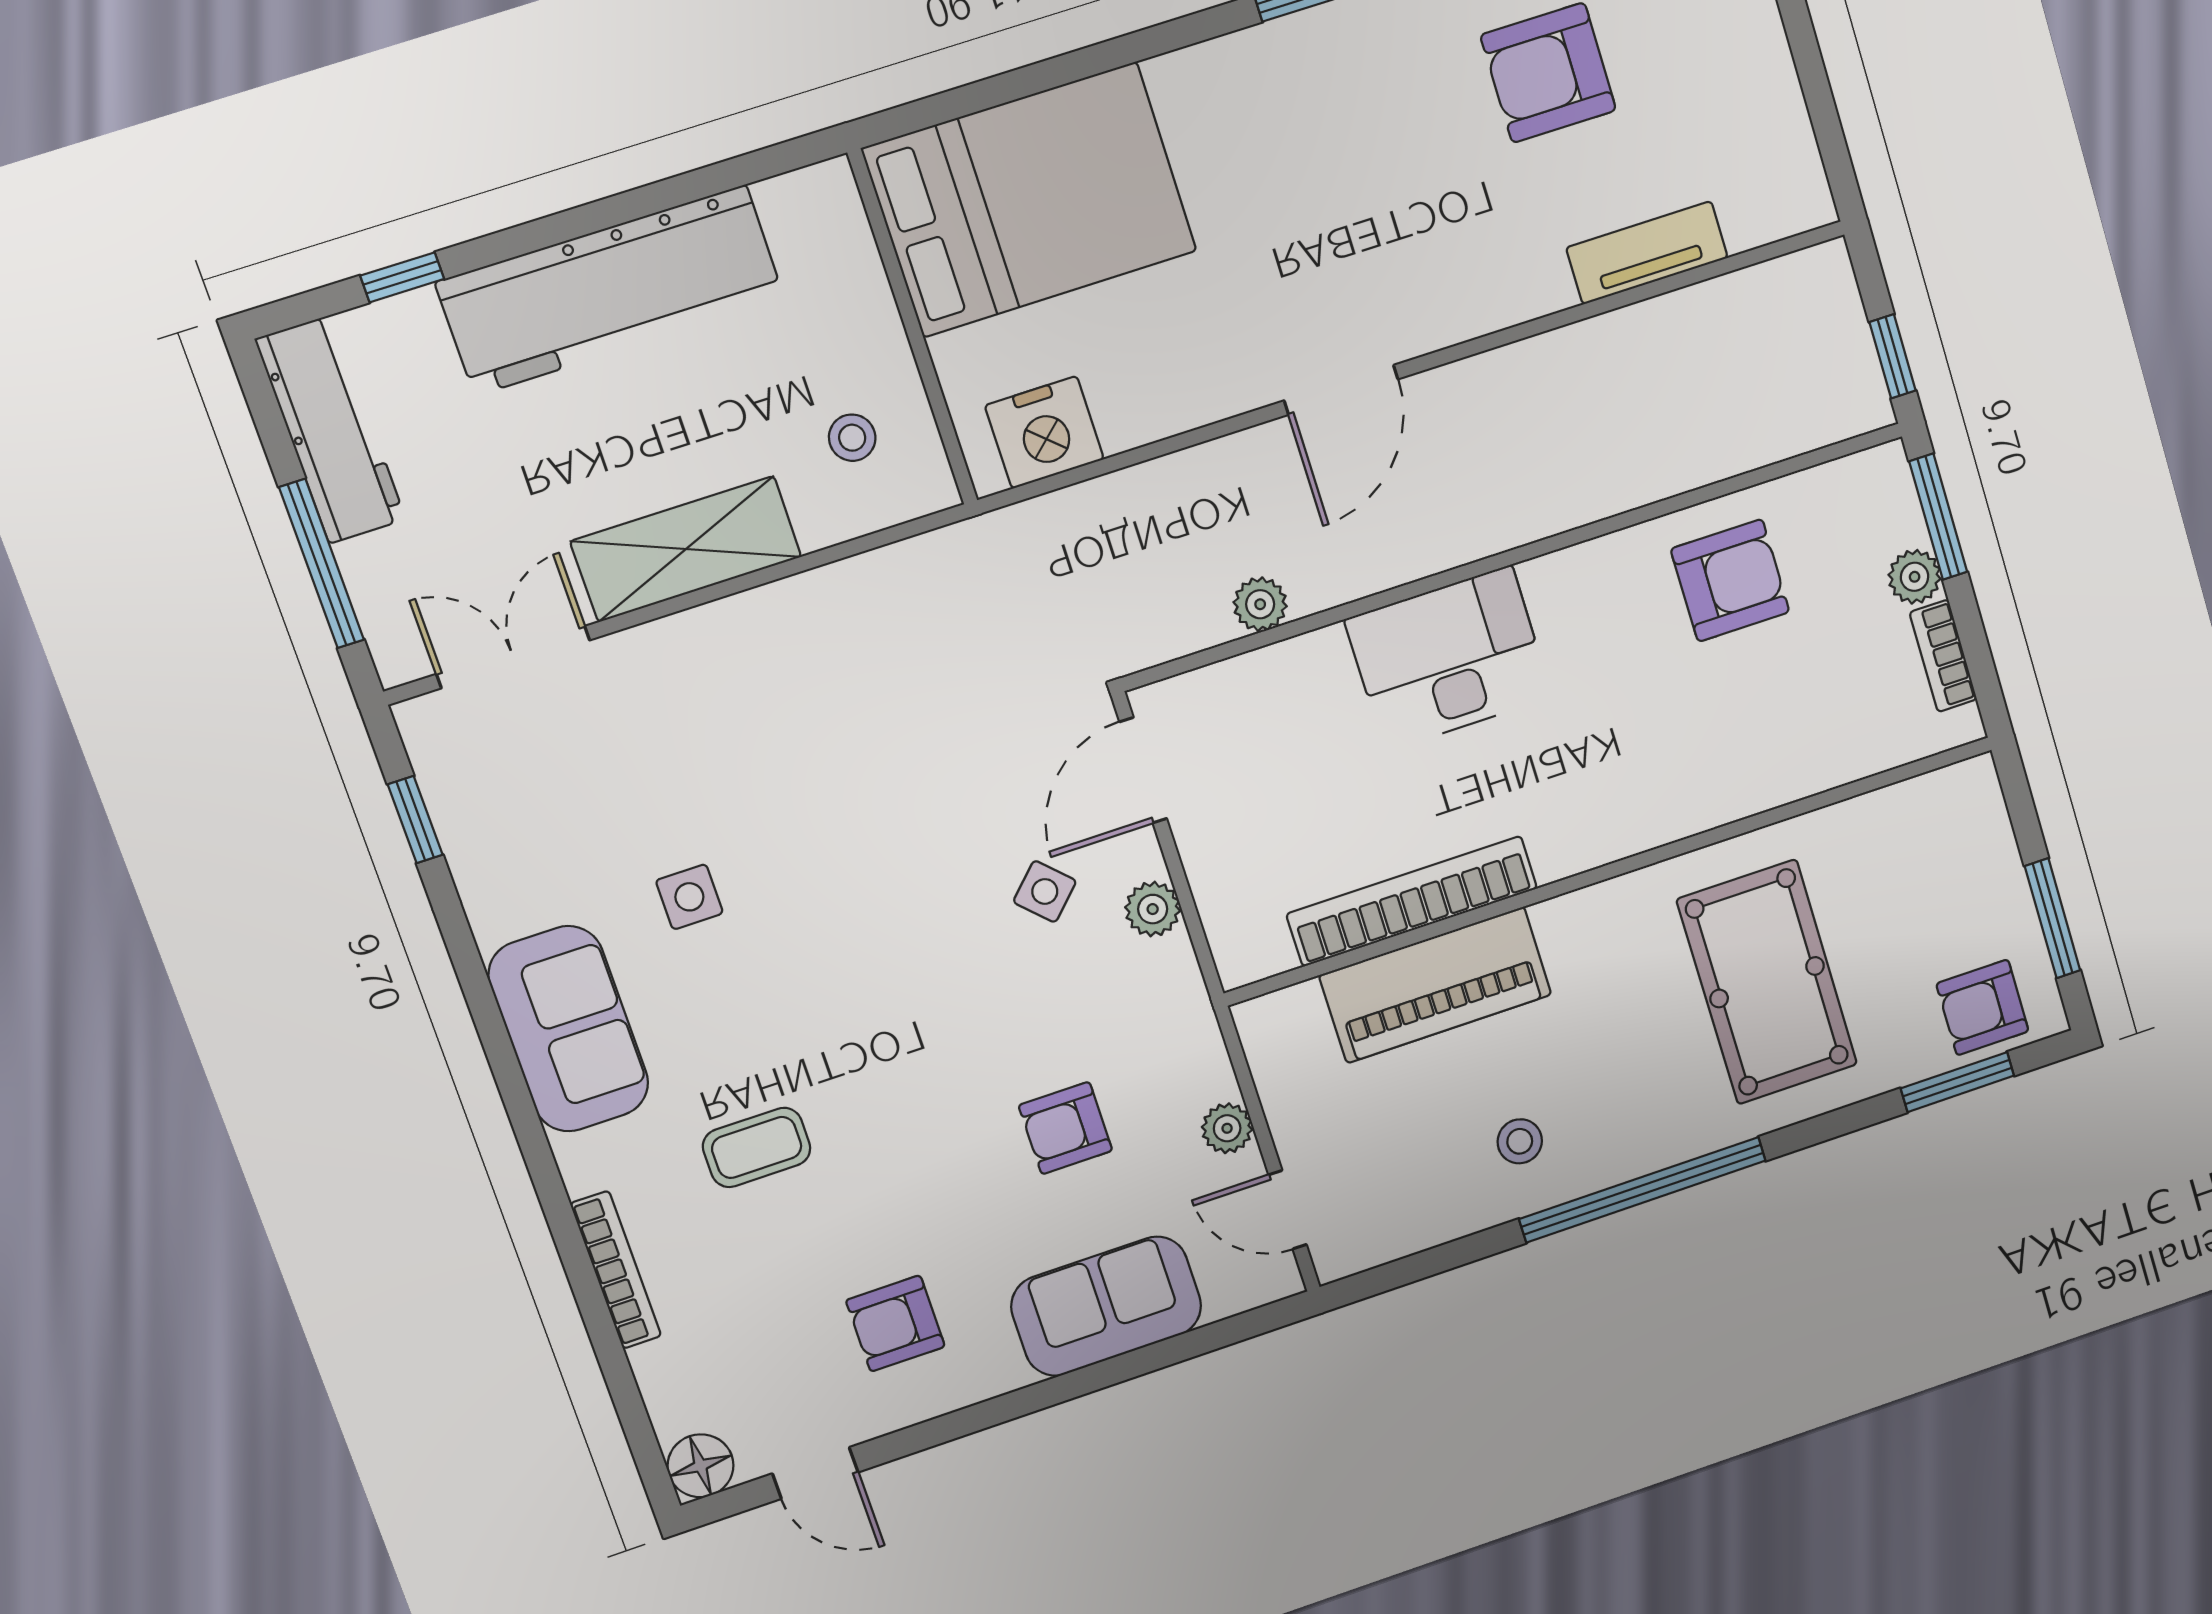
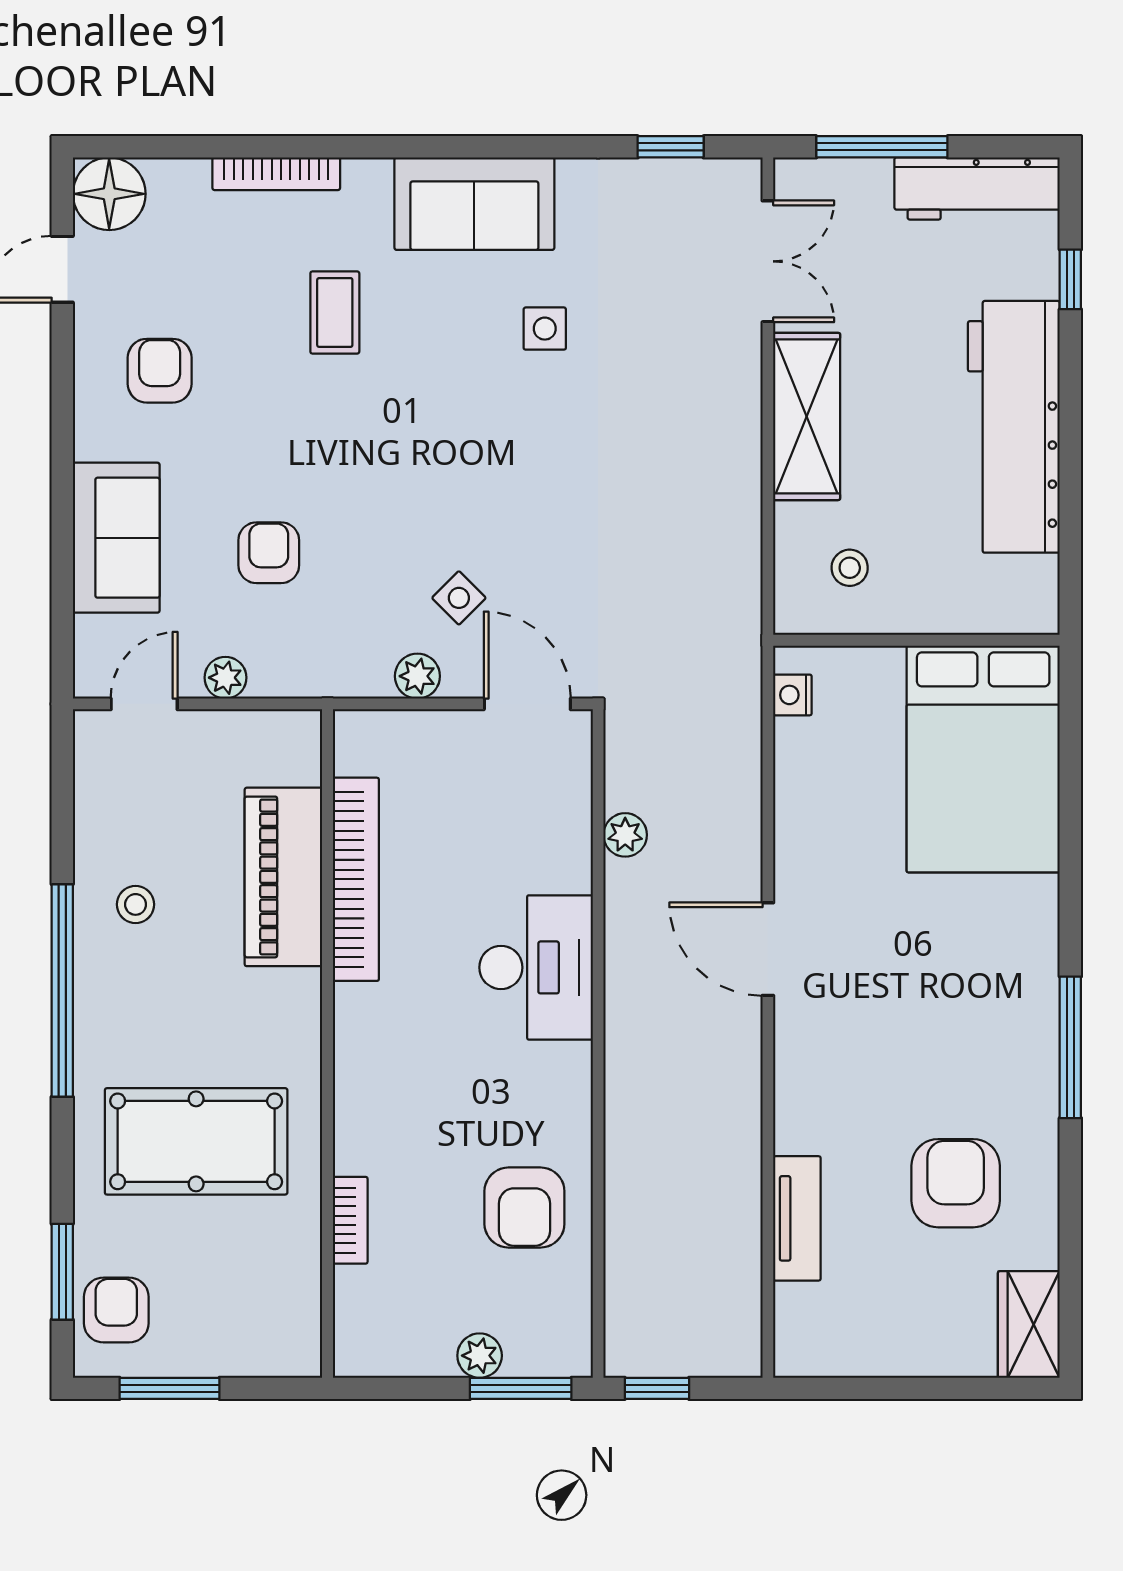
nightstand: (1044, 432) -> (792, 695), width x0.53, depth x0.56
bookcase: (1943, 656) -> (350, 1220), moved, turned 90
floor lamp: (700, 1466) -> (109, 194), width x1.38, depth x1.38

